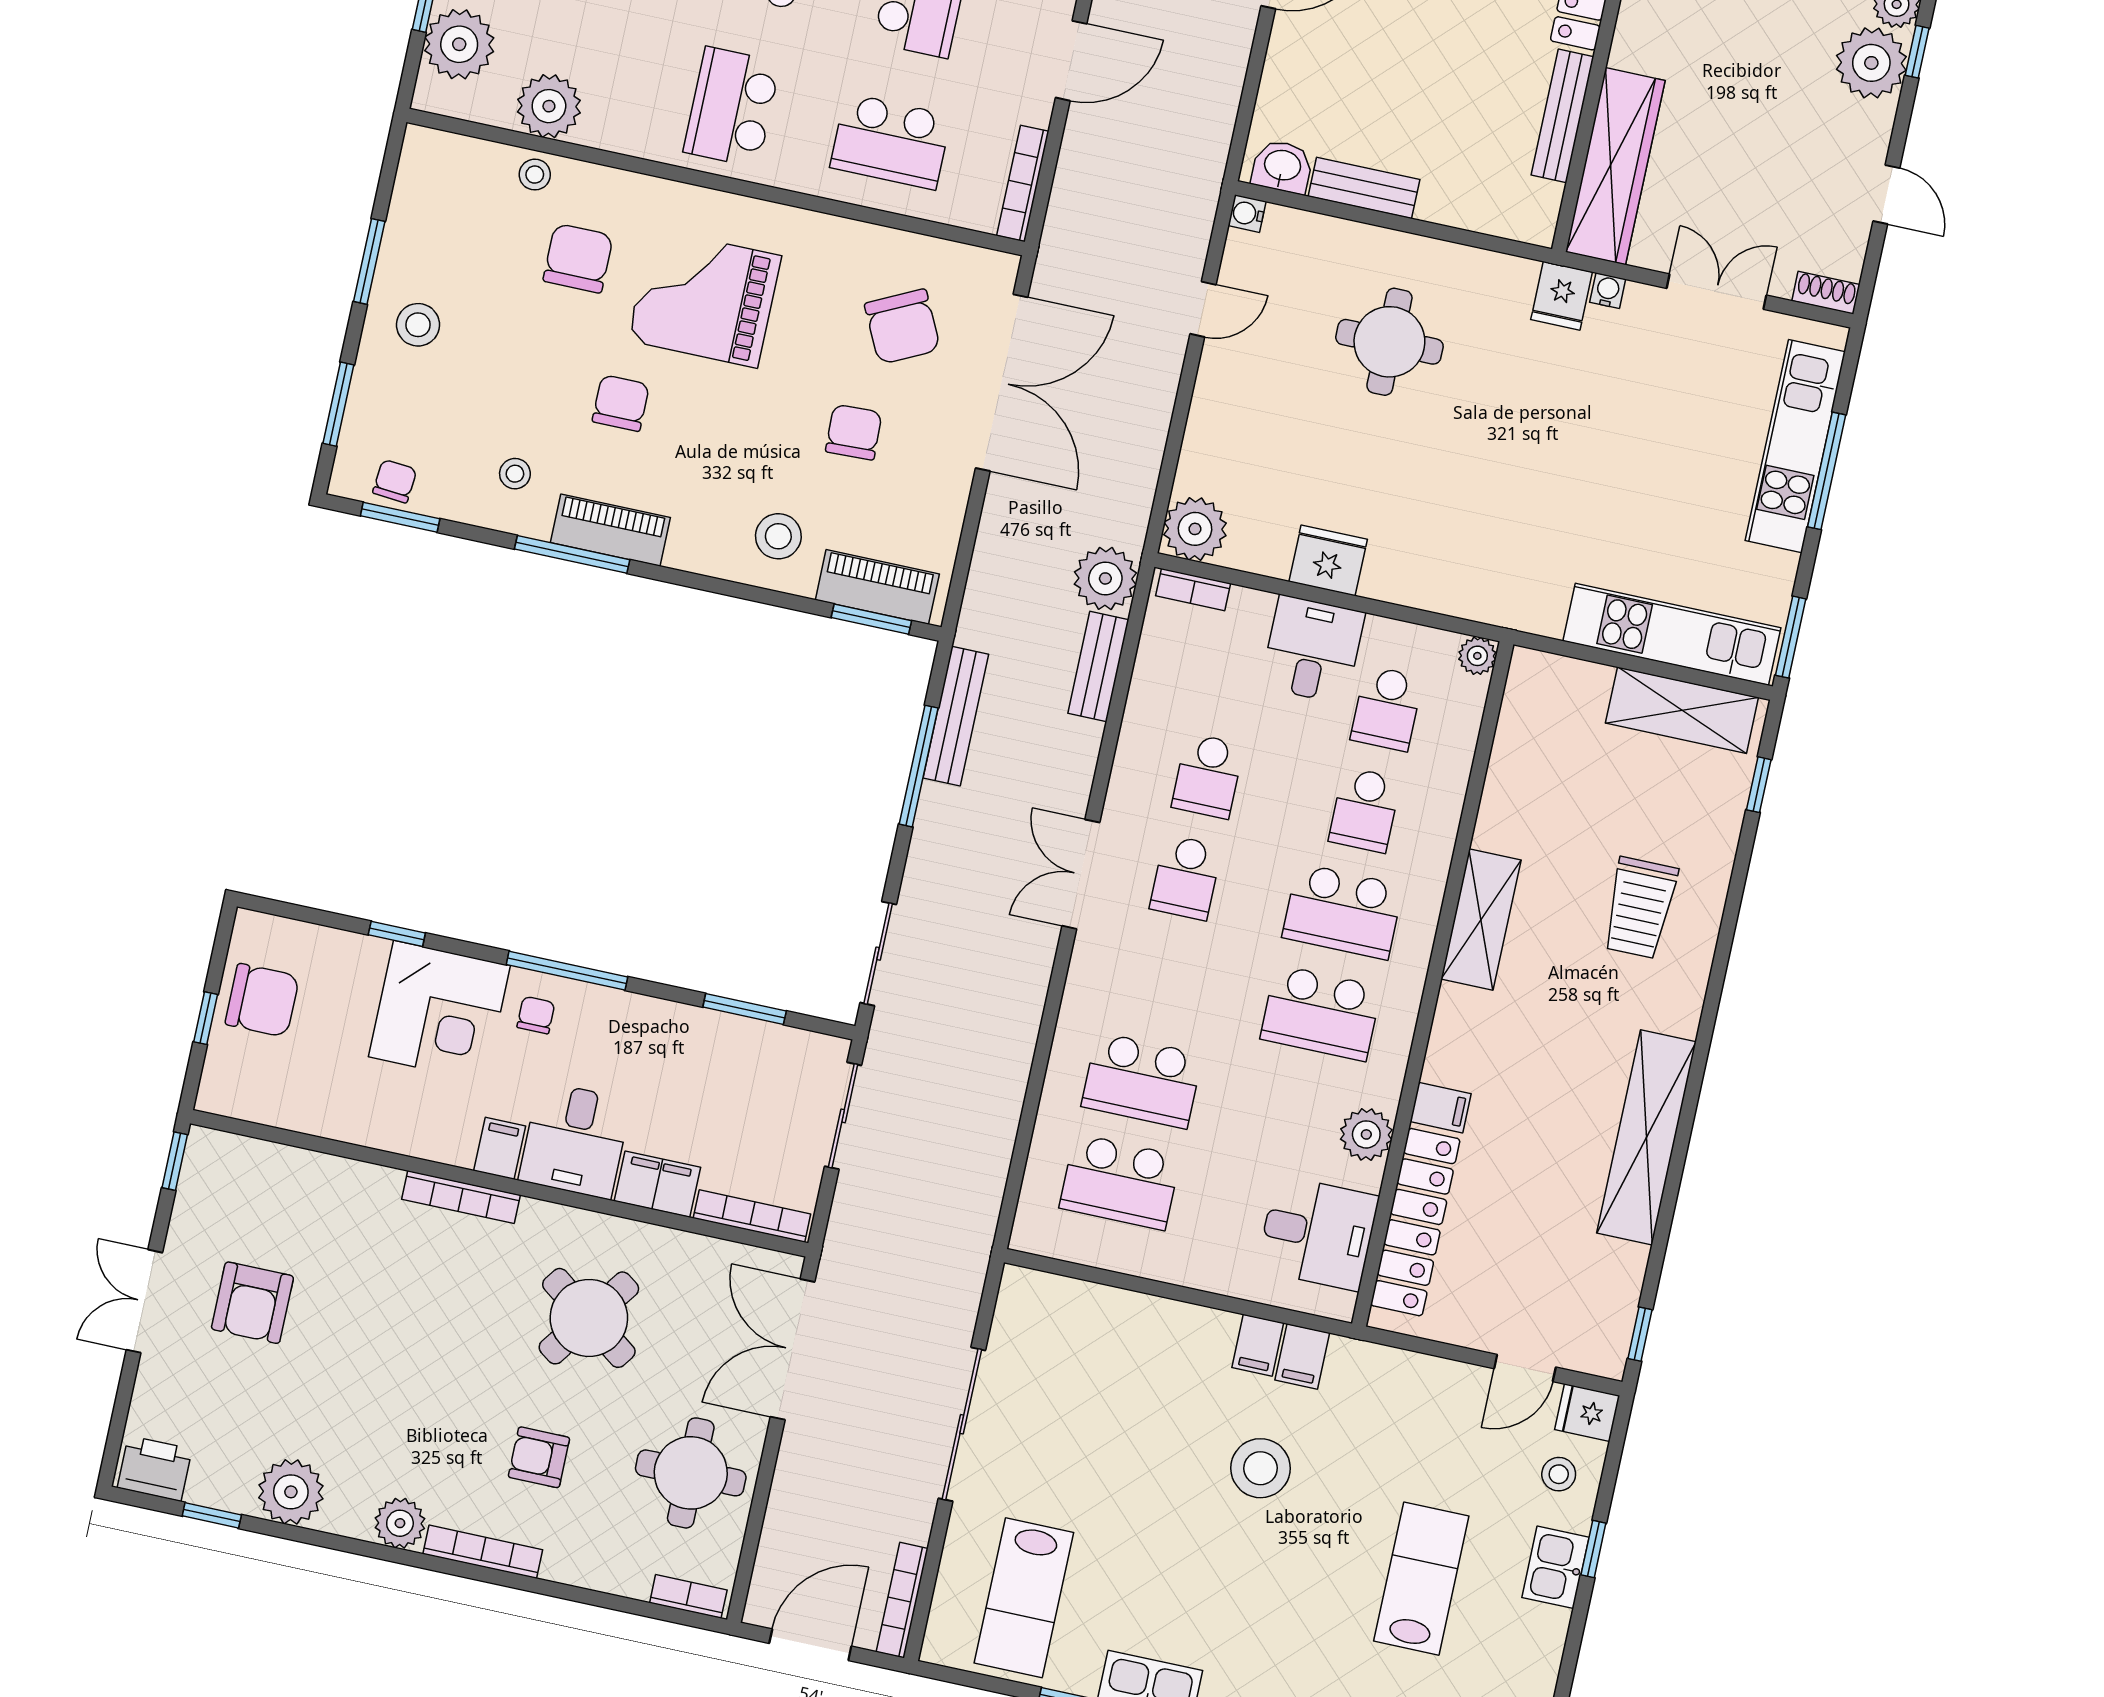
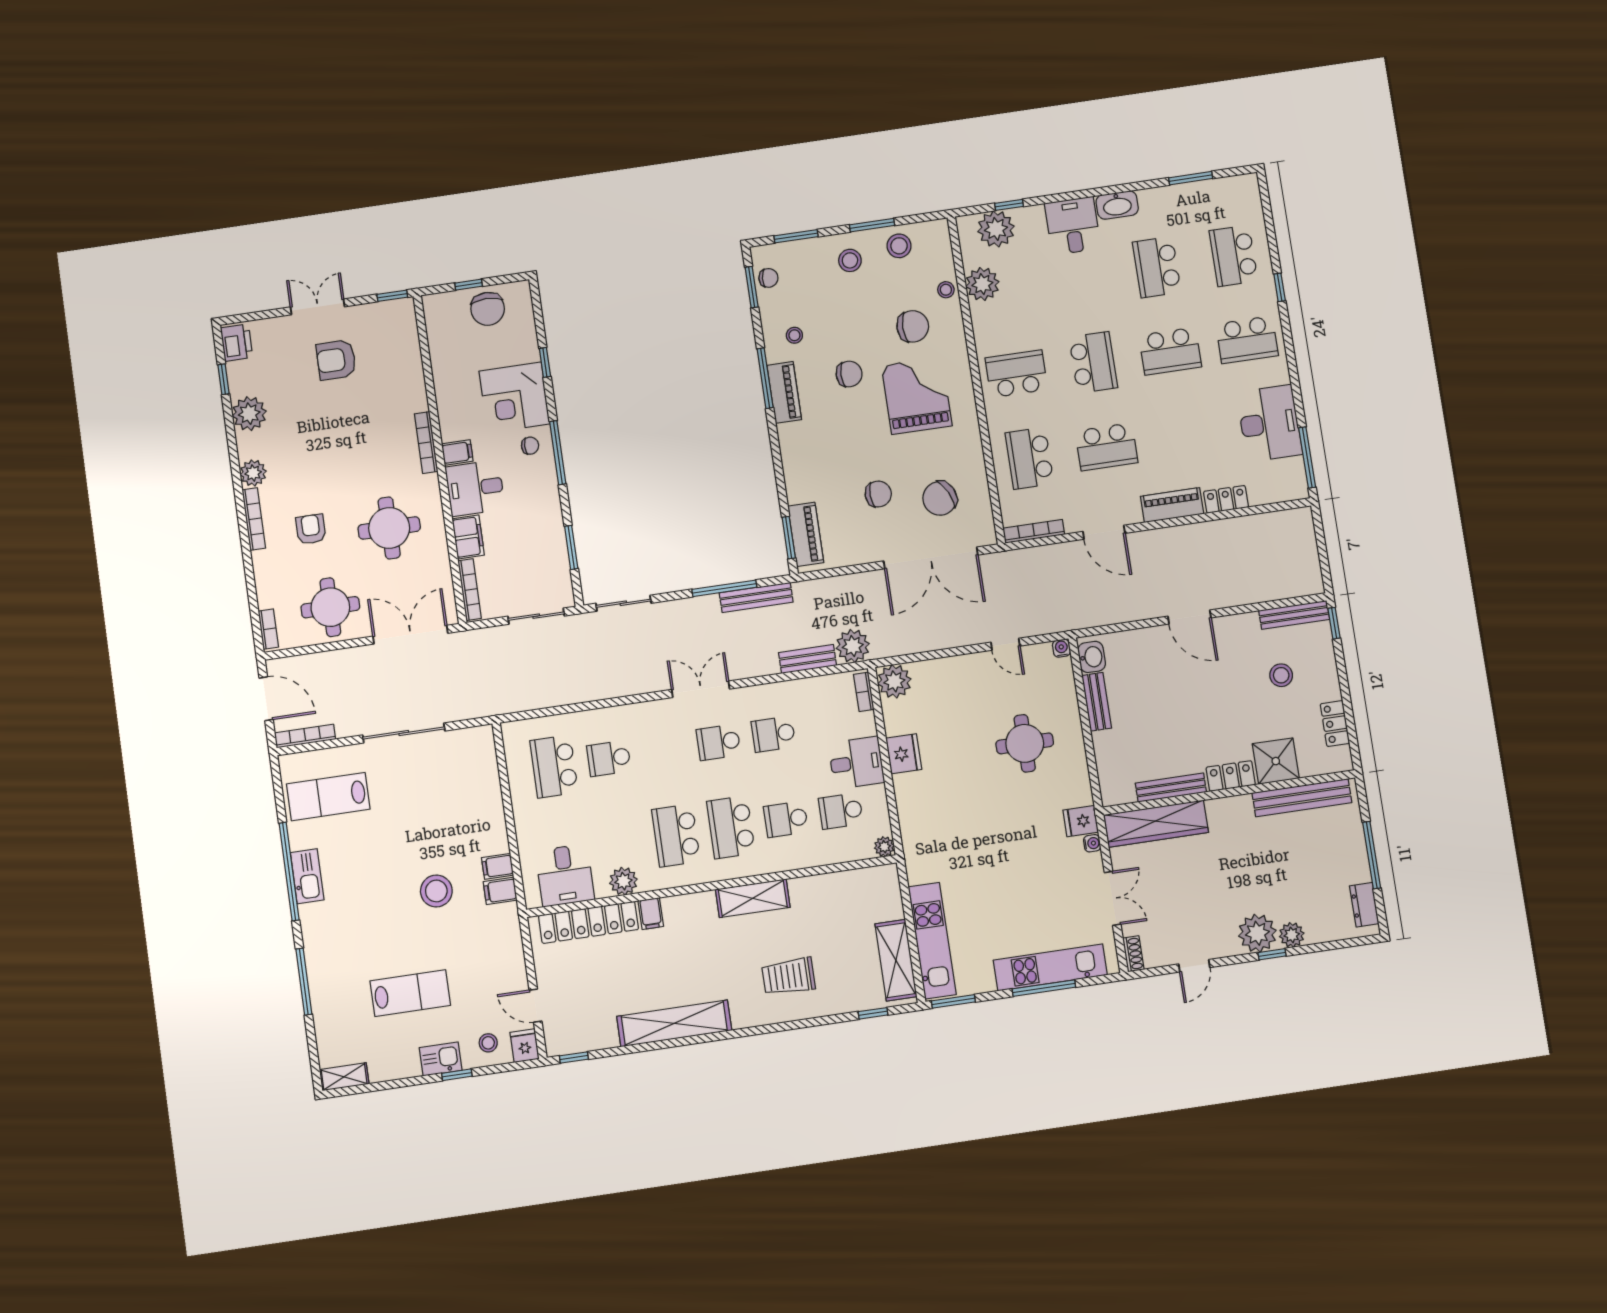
stool: (778, 536) -> (899, 246), moved
school desk: (1142, 1080) -> (609, 758), width x0.54
round table: (589, 1318) -> (389, 528), turned -36

